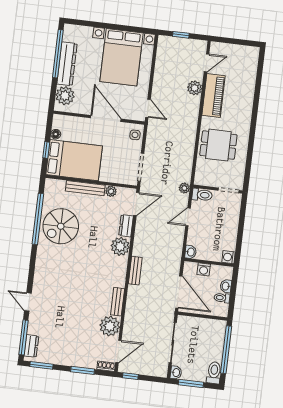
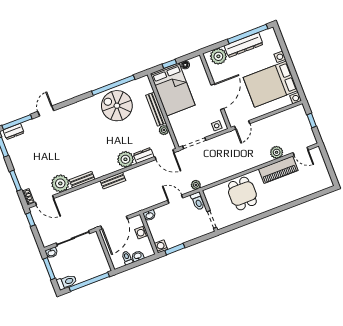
window: (239, 244) -> (175, 249), added

